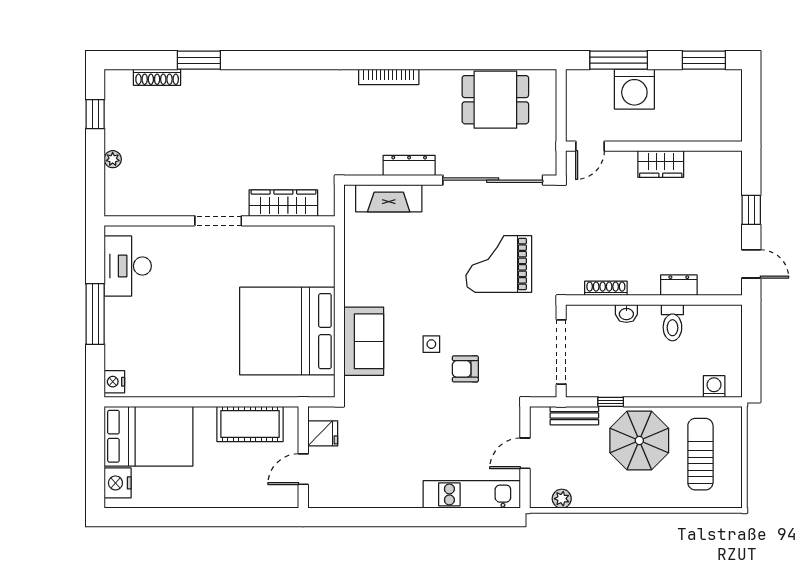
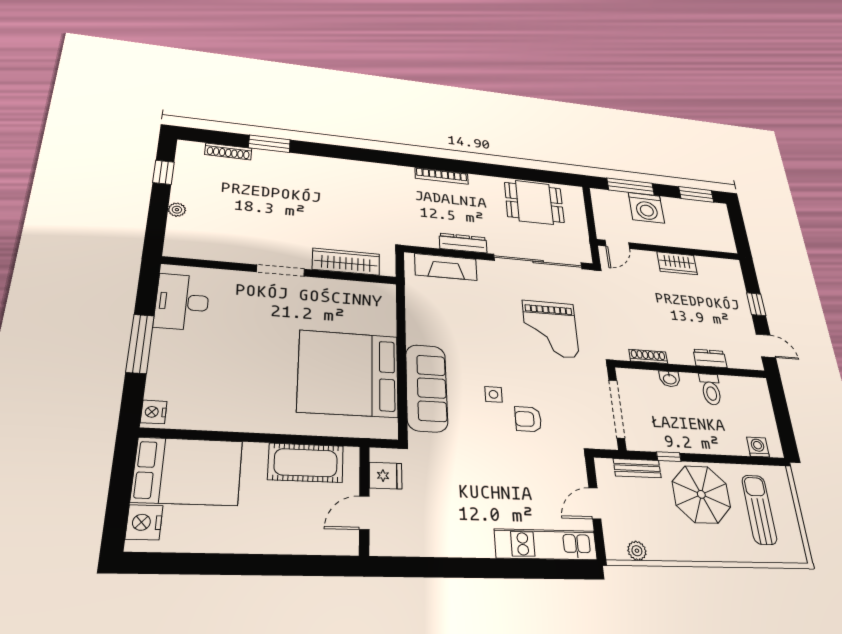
grand piano: (499, 264) -> (550, 329), turned -90
sofa: (364, 341) -> (427, 388), width x1.36

